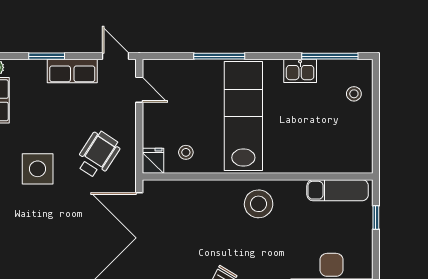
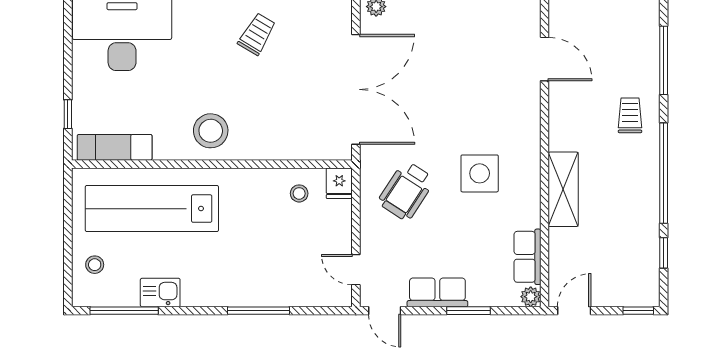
lab bench: (243, 116) -> (152, 209), moved, turned 90

